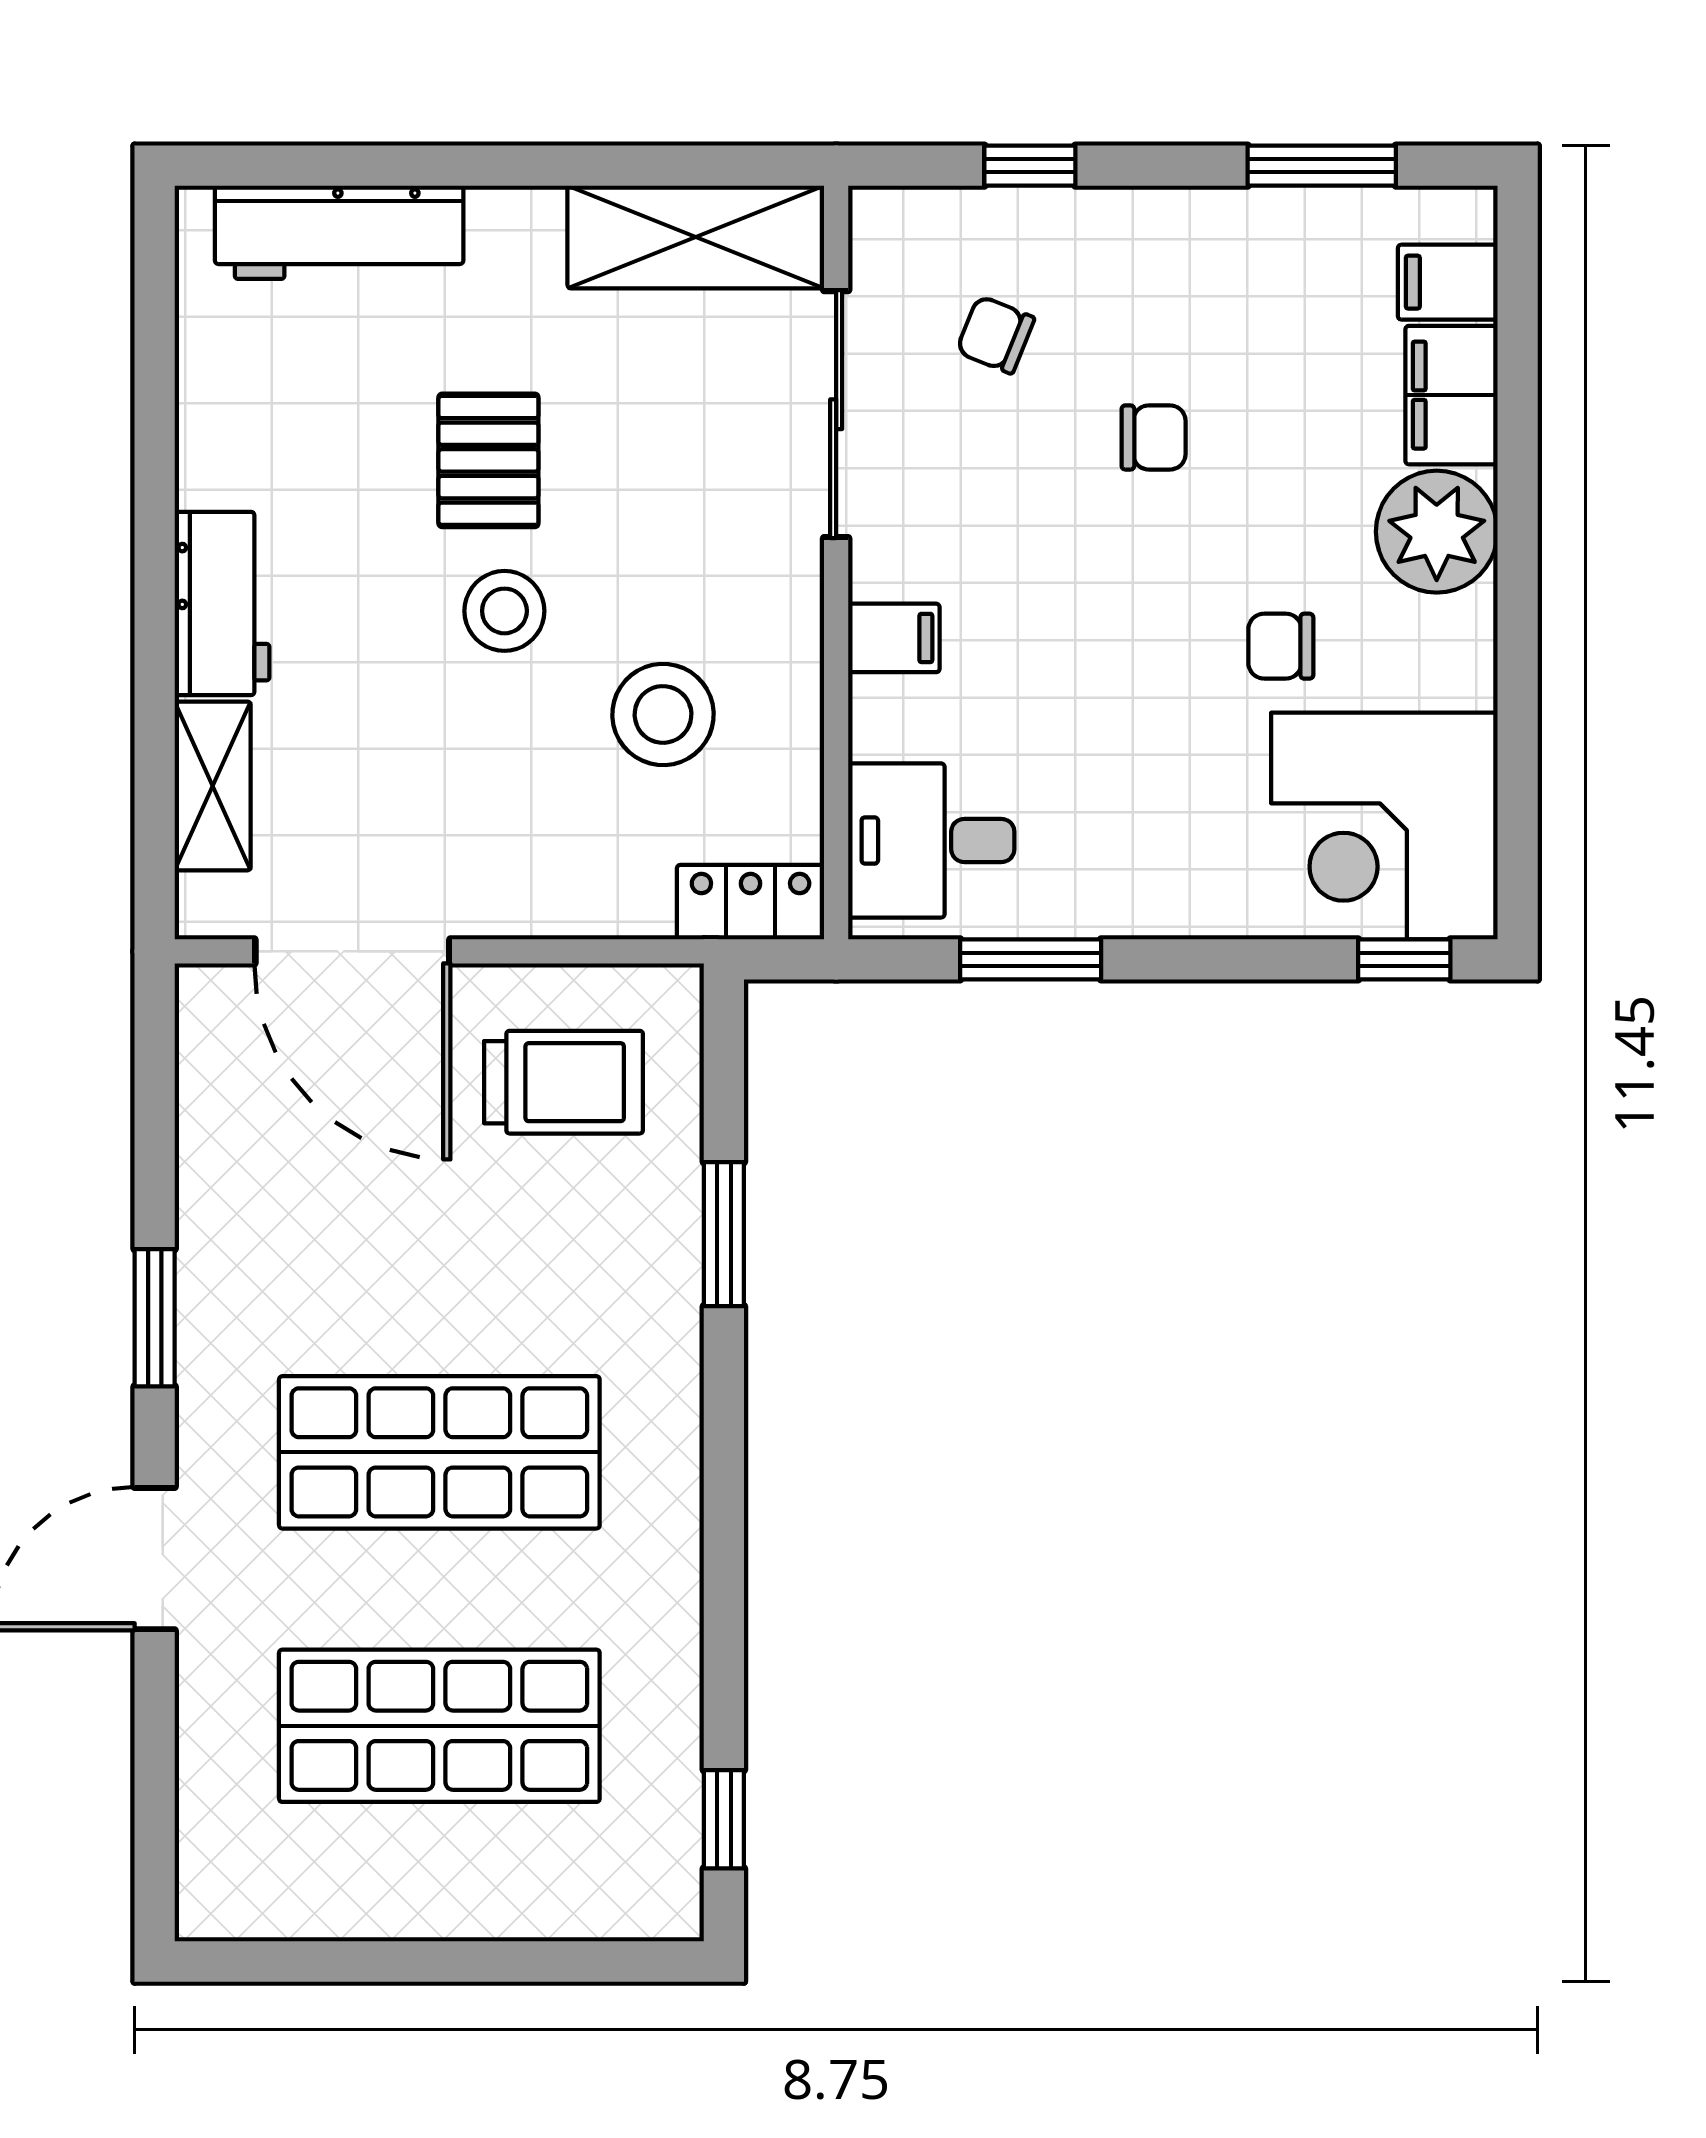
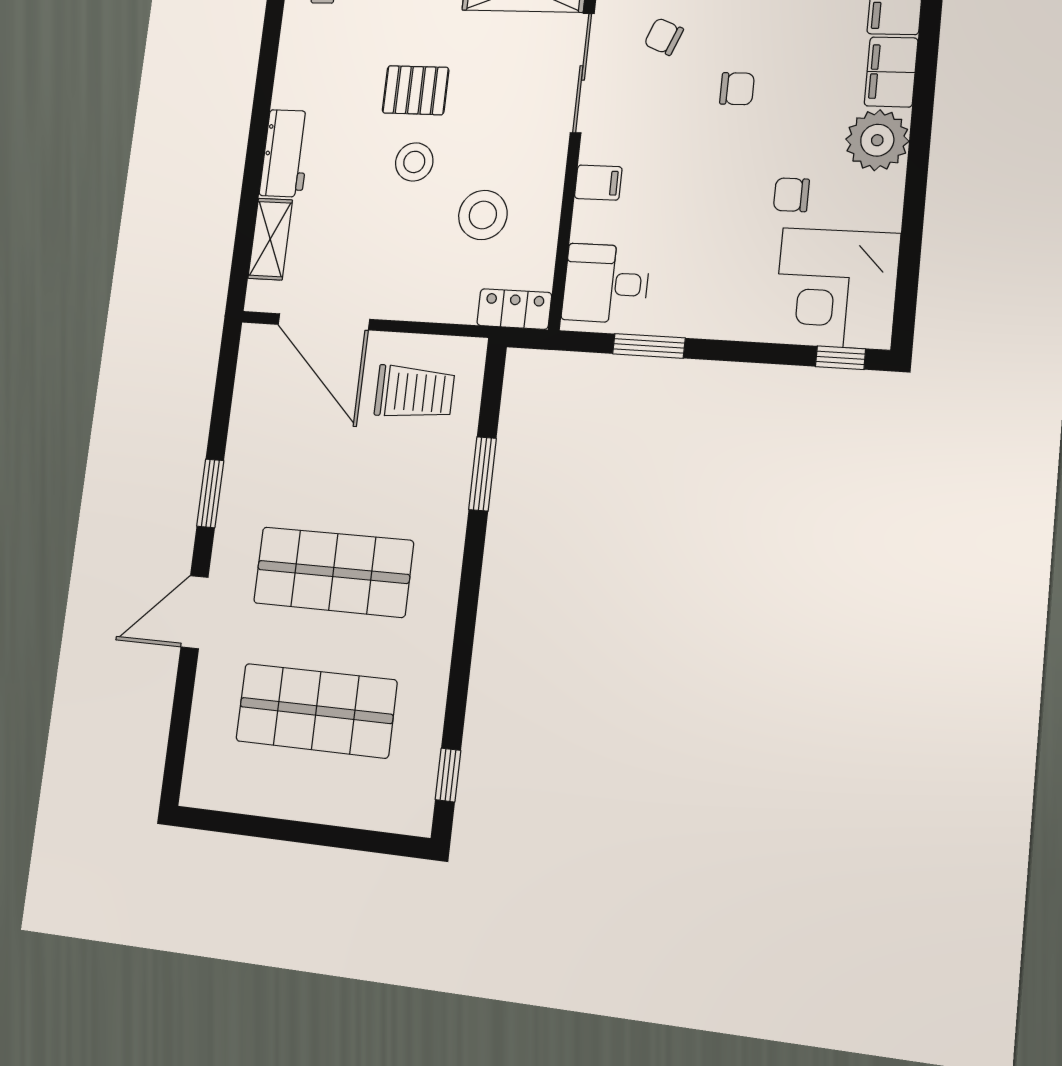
pallet: (488, 460) -> (416, 90), turned 90

